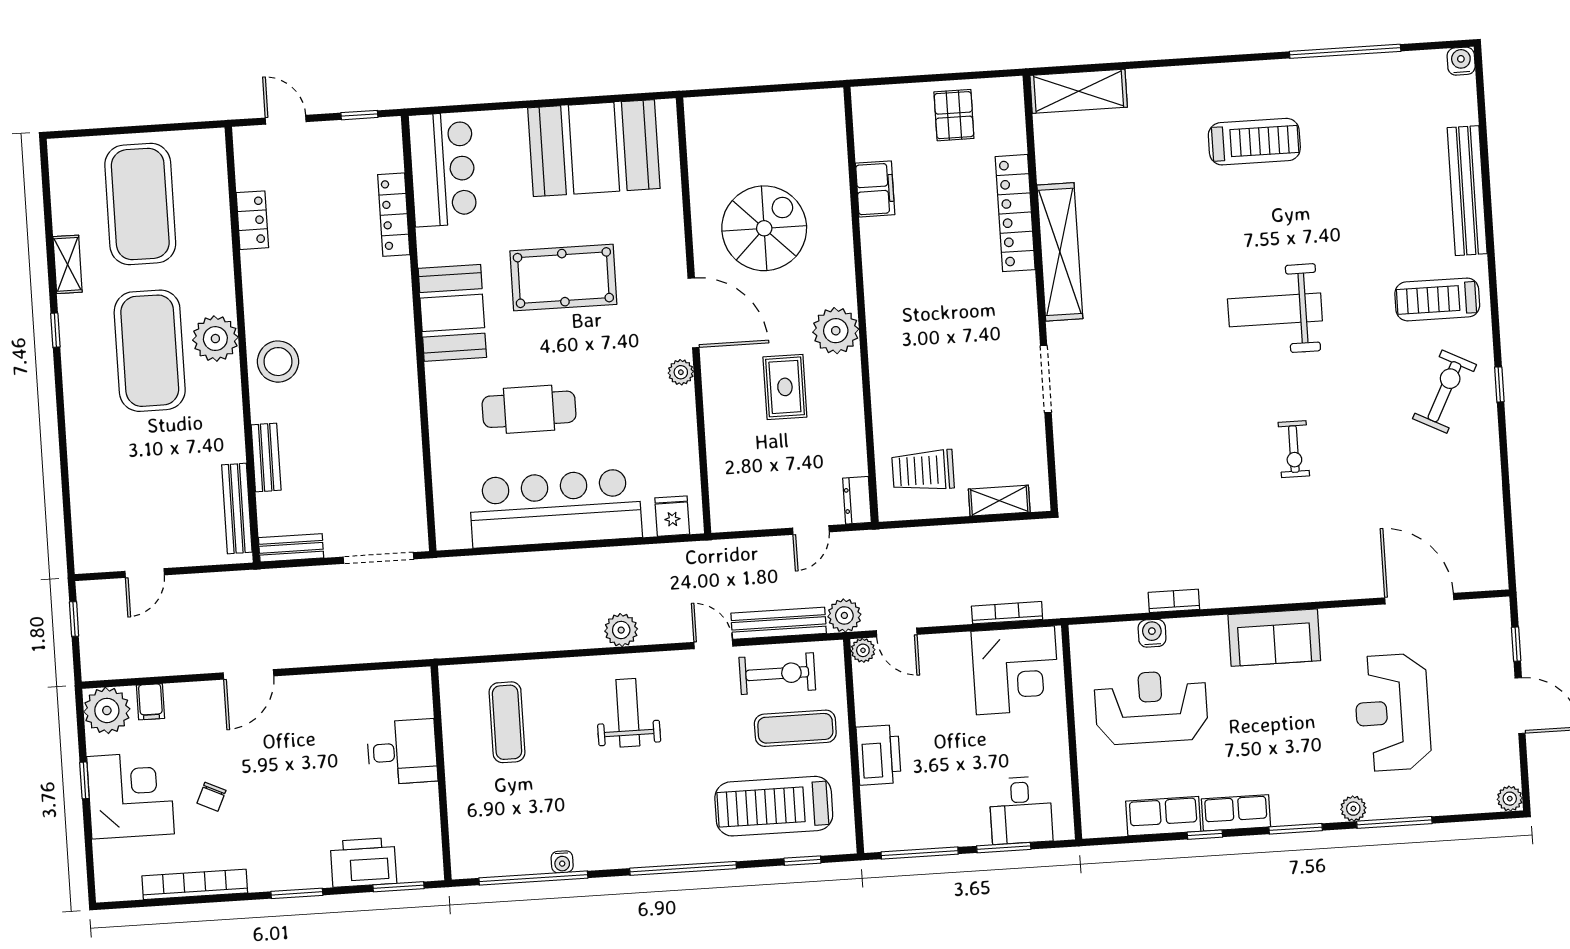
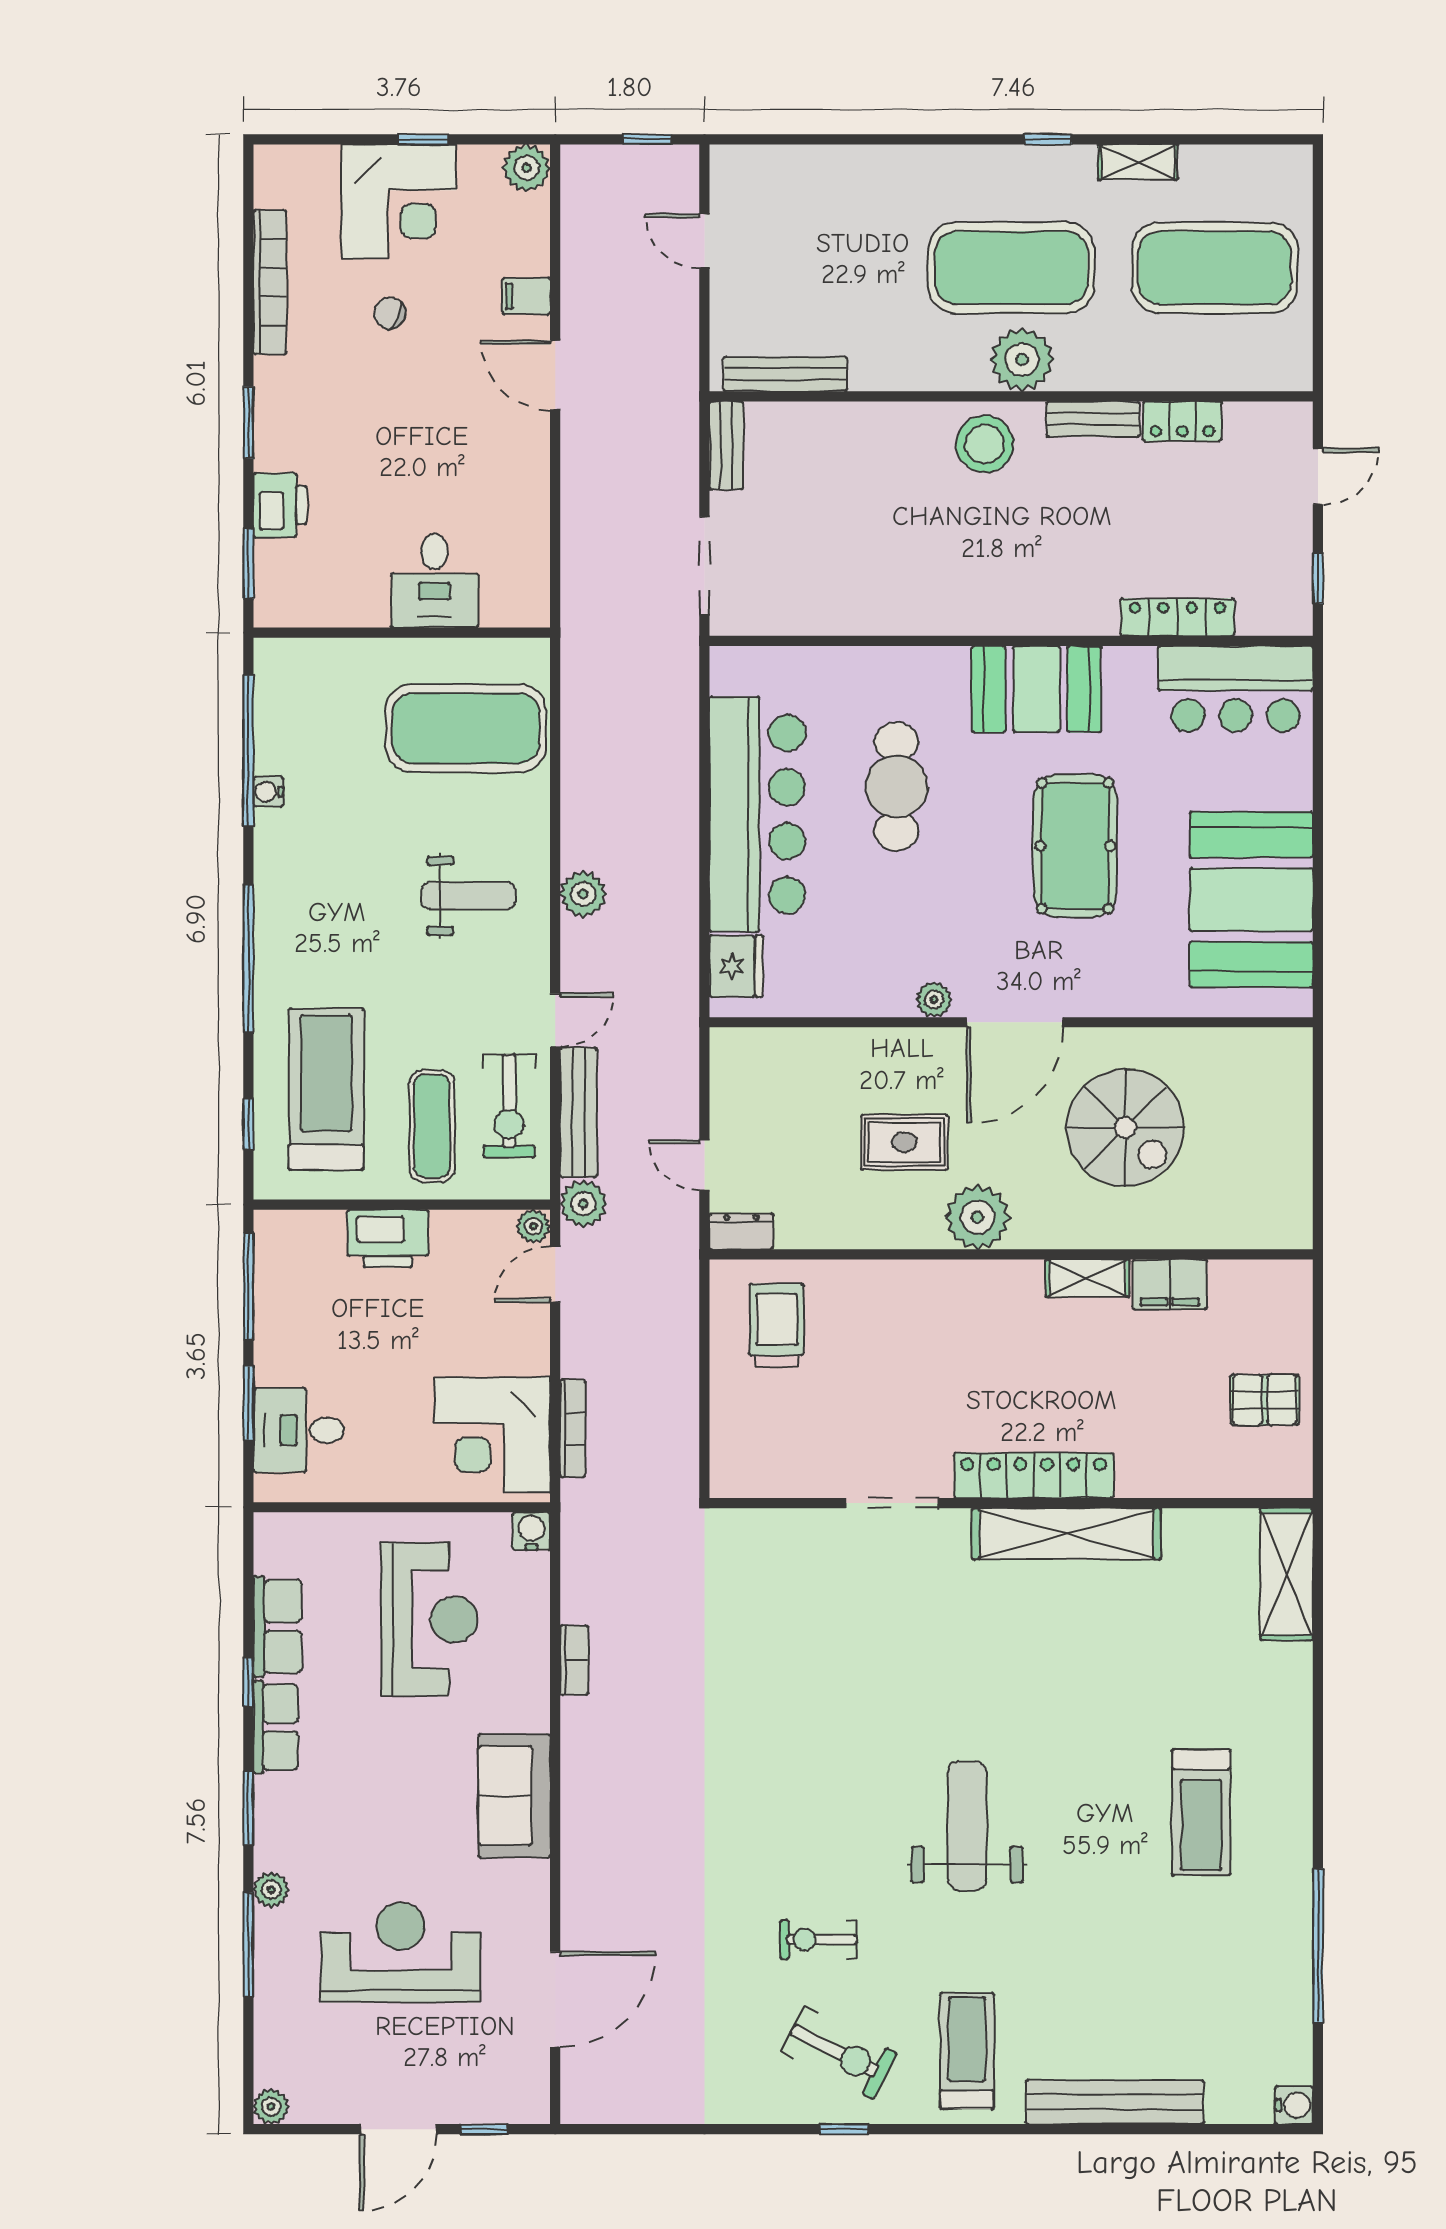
locker: (1015, 213) -> (1034, 1476), moved
exercise bike: (1294, 449) -> (818, 1940), moved
bench: (266, 457) -> (1093, 419), moved
shelving: (999, 501) -> (1087, 1278), moved, turned 90
fridge: (672, 516) -> (736, 966), width x1.38
water cooler: (1152, 633) -> (531, 1531), moved, turned -90
filing cabinet: (151, 702) -> (526, 296), moved
plant: (107, 710) -> (527, 168), width x0.73, depth x0.73
exercise mat: (507, 722) -> (466, 728), width x2.00, depth x1.45
printer: (363, 862) -> (280, 505), width x0.73, depth x0.84

